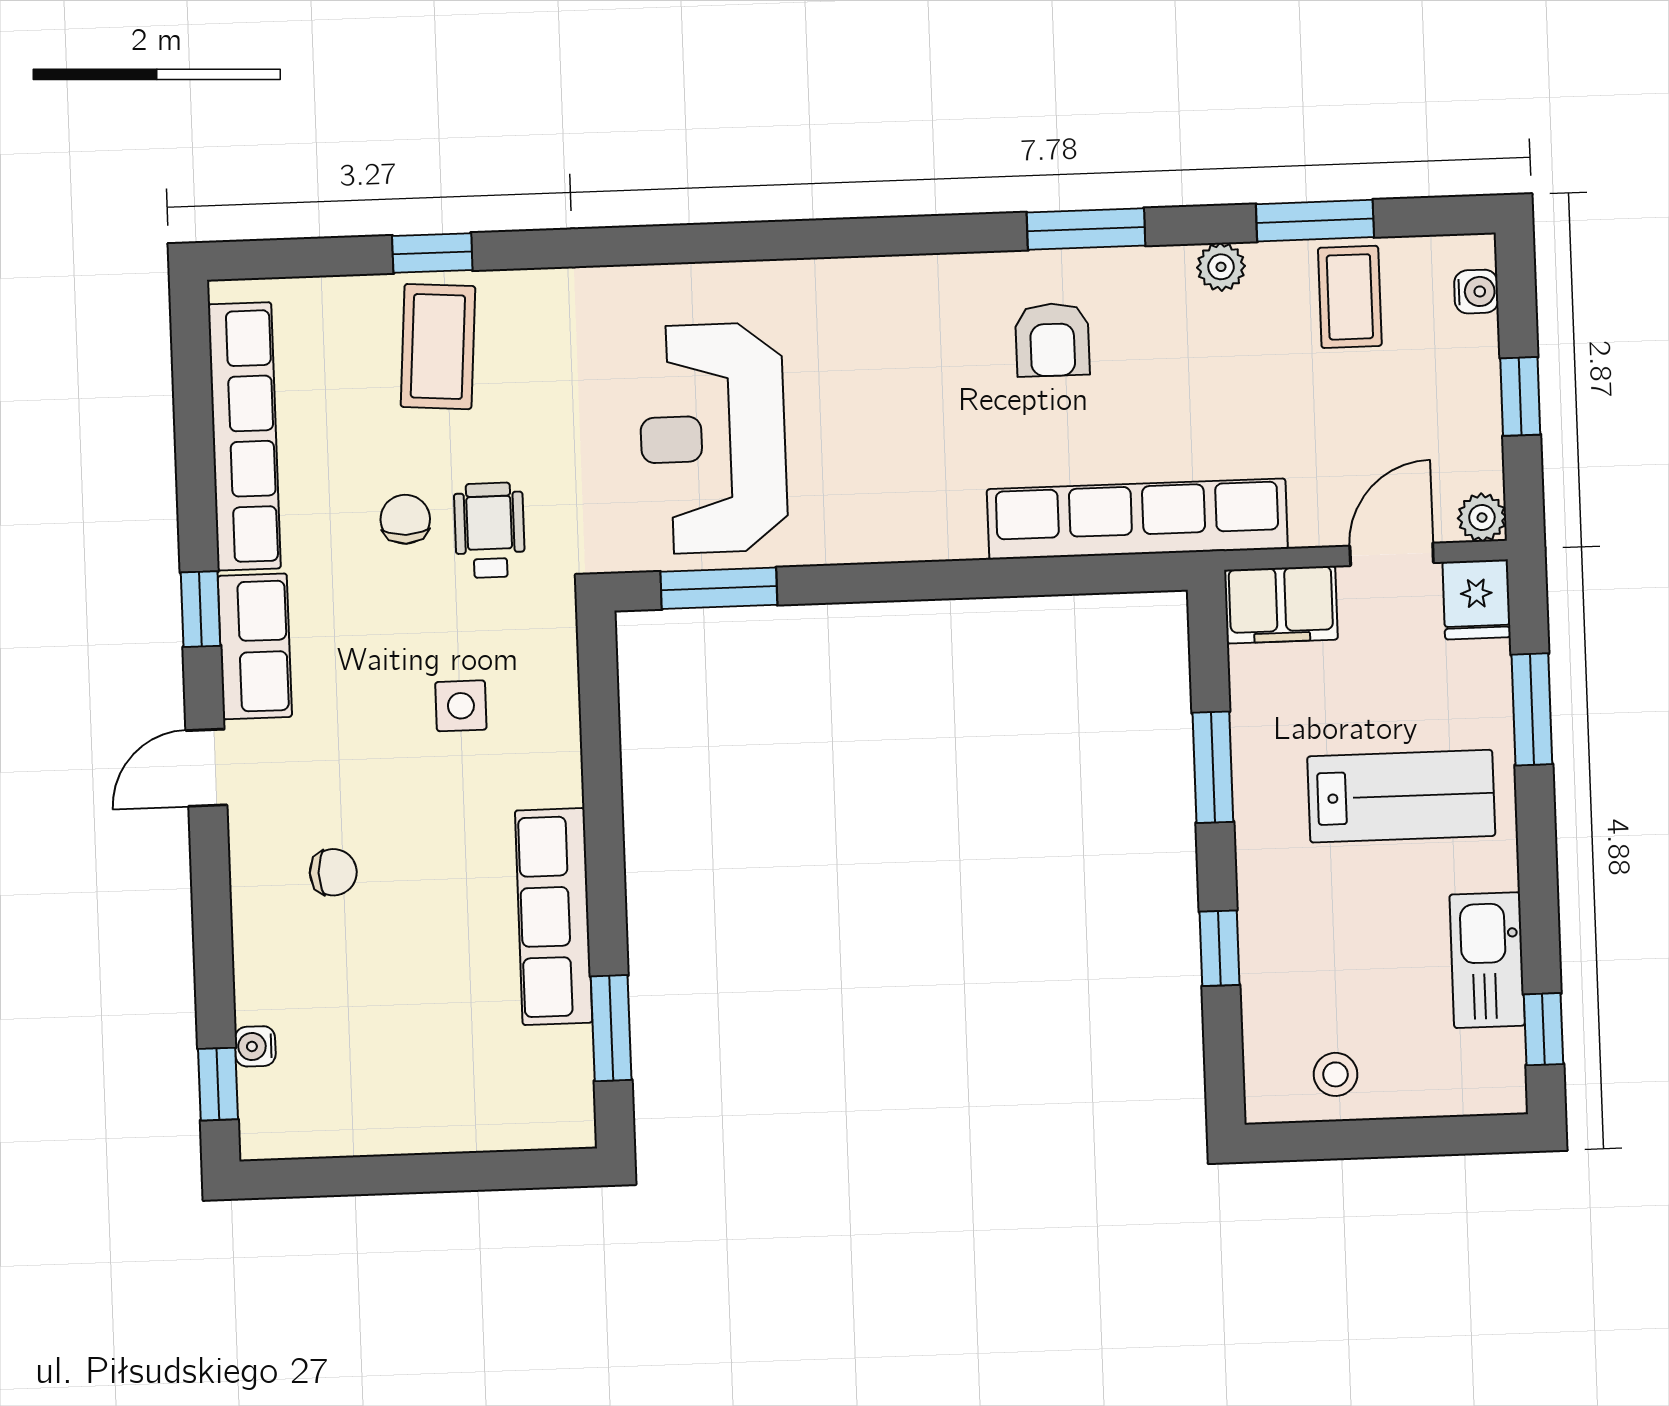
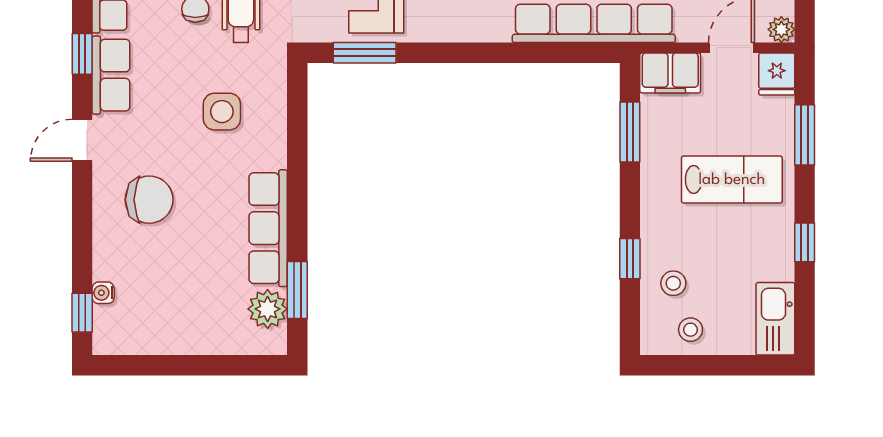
side table: (461, 706) -> (222, 112), width x1.37, depth x1.37
window: (1213, 767) -> (630, 132), moved
chair: (333, 872) -> (149, 200), width x1.87, depth x1.87
kitchen sink: (1487, 960) -> (775, 319), moved
stool: (1301, 990) -> (673, 283), added
window: (1544, 1029) -> (805, 242), moved
plant: (558, 1065) -> (268, 309), added

